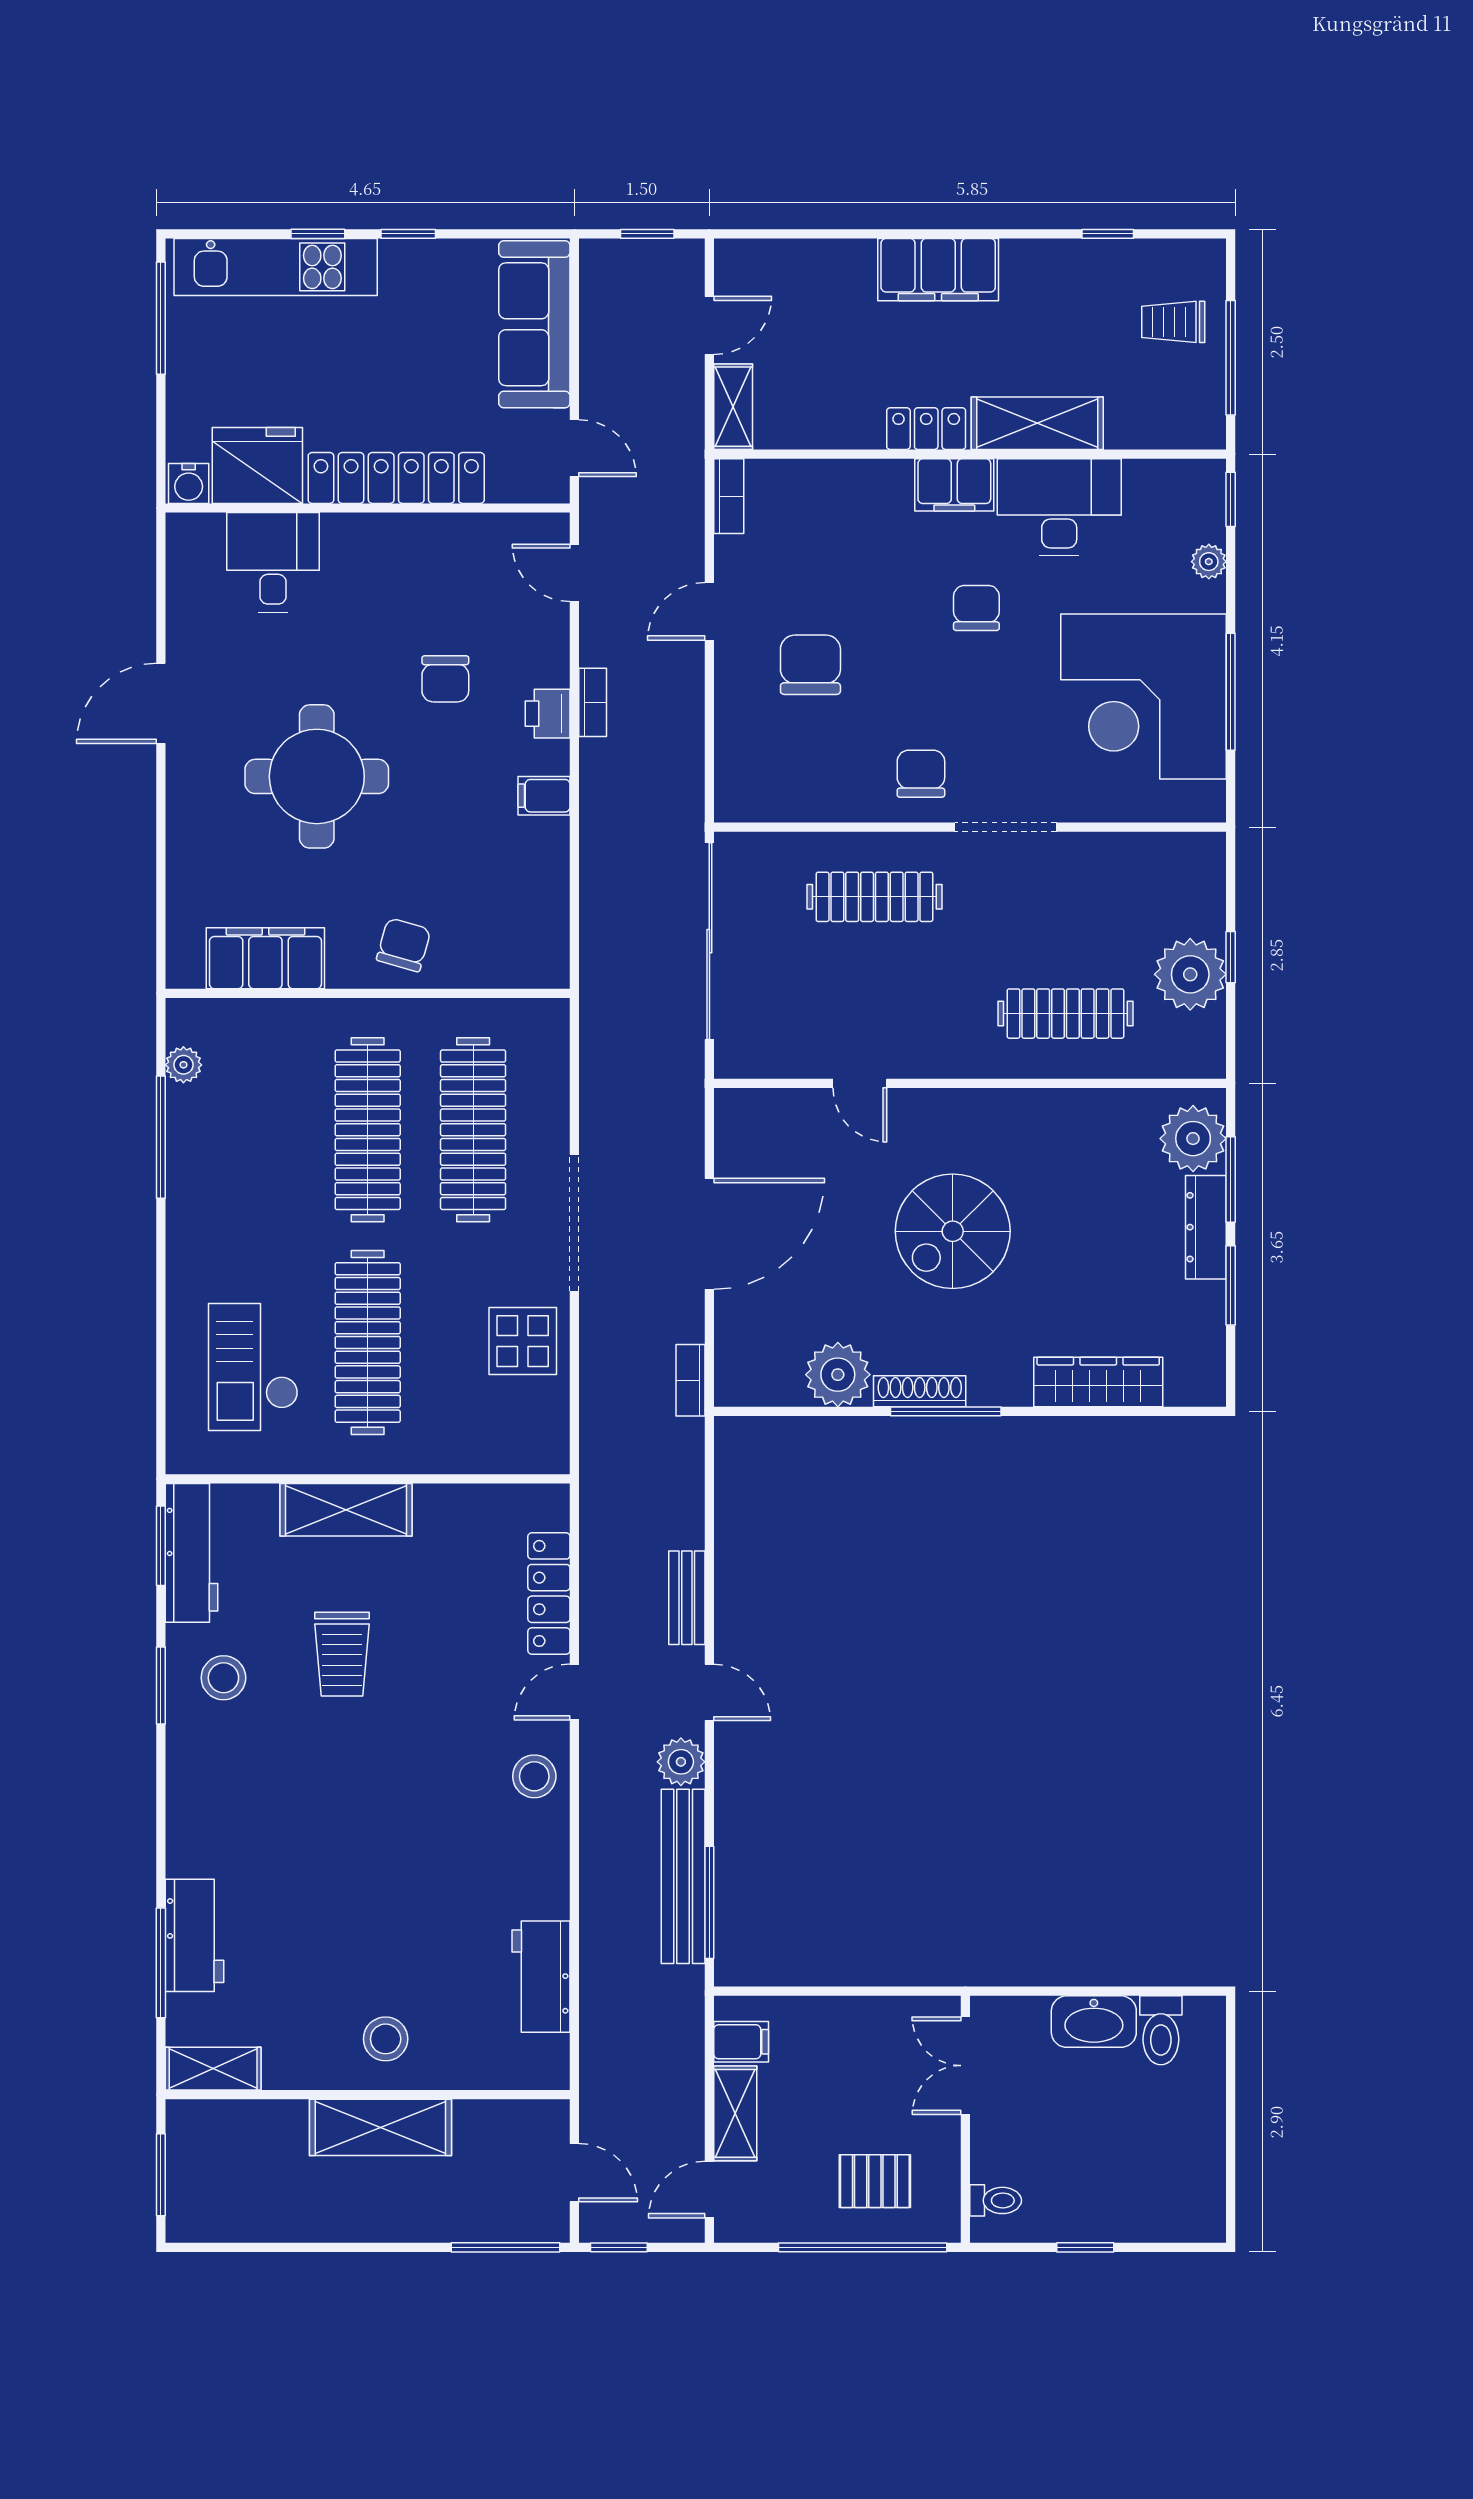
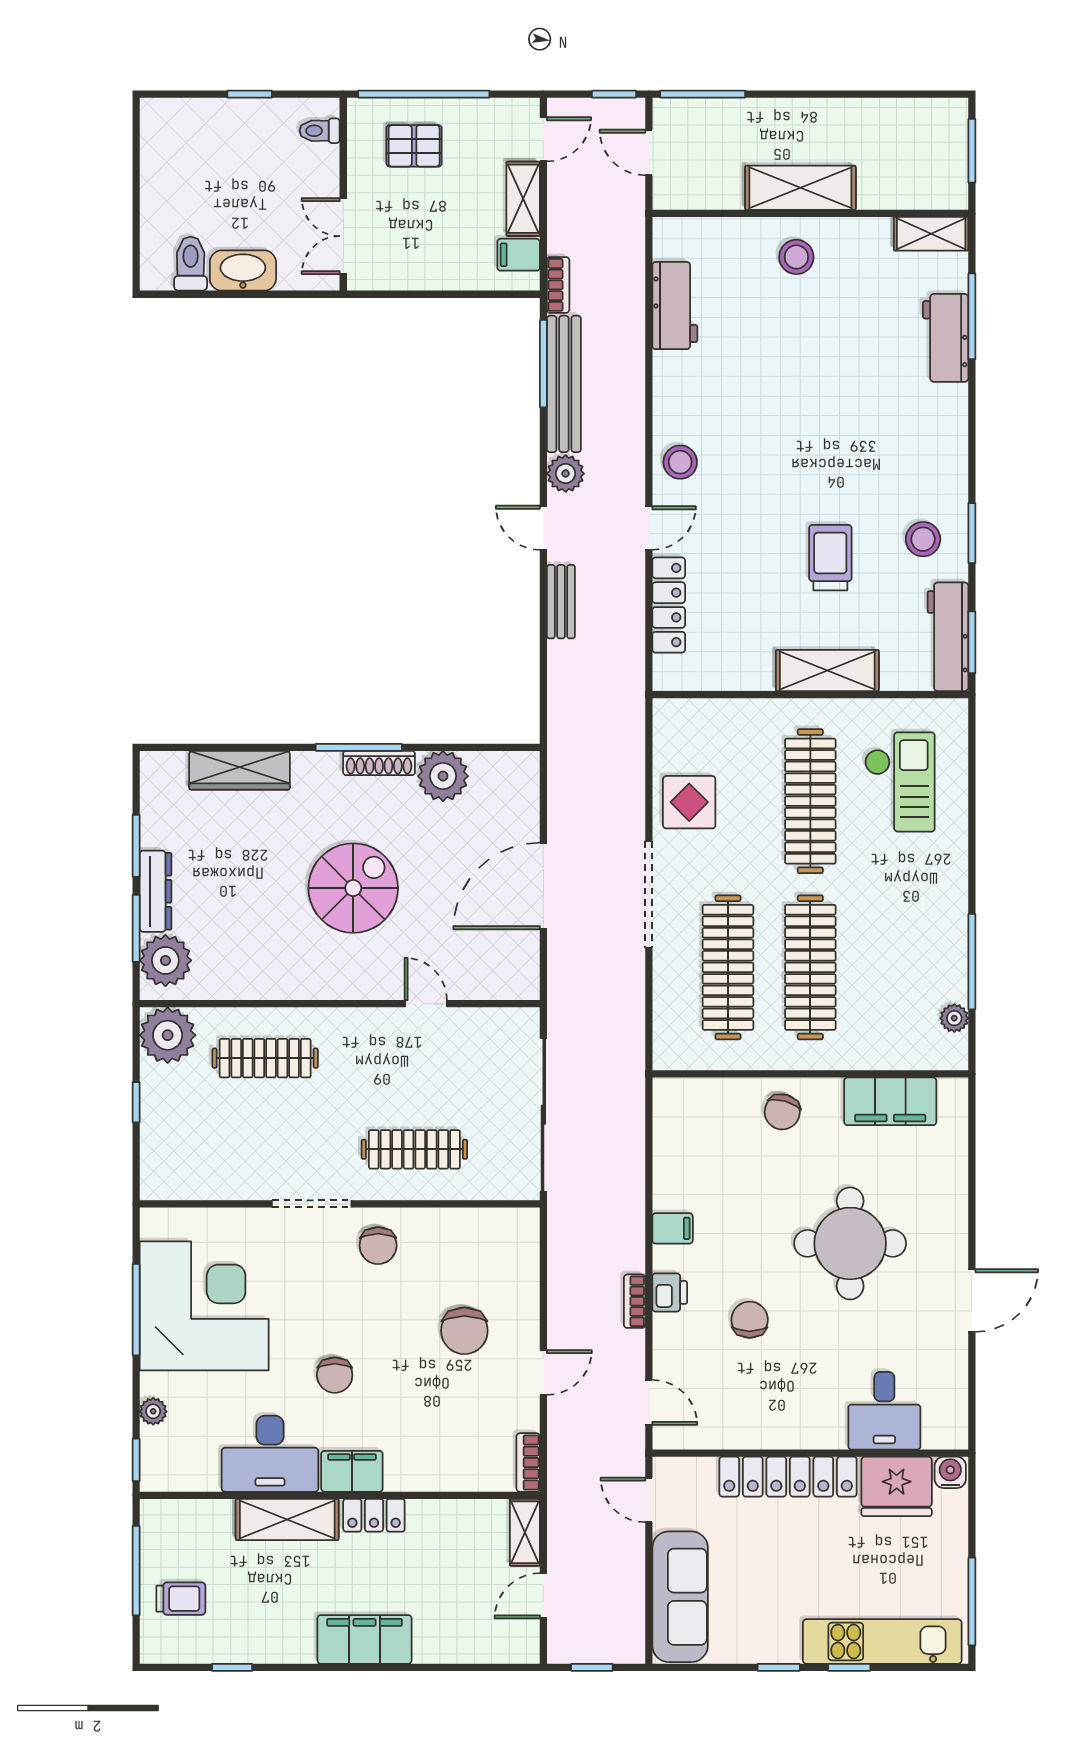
plant: (1190, 974) -> (168, 1035), moved
bookcase: (690, 1380) -> (558, 285), moved
double door: (965, 2066) -> (343, 236), swing flipped

